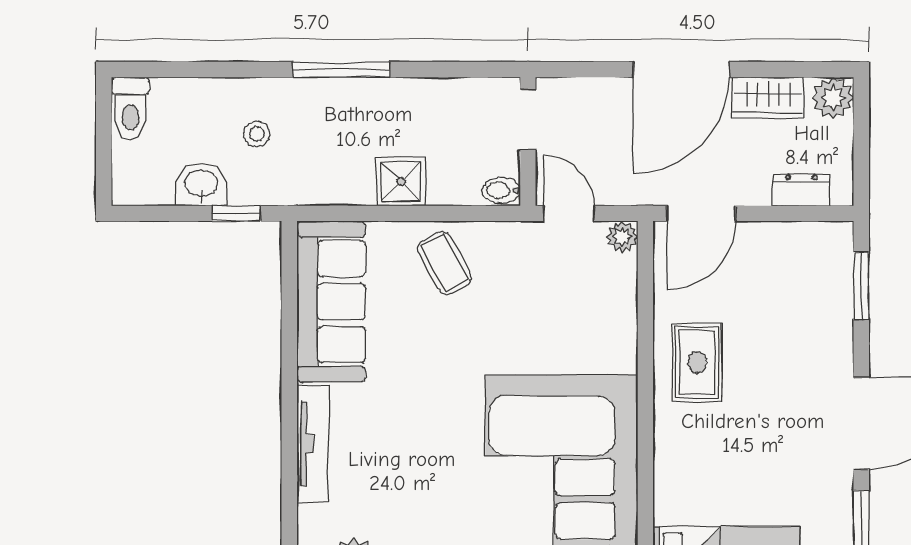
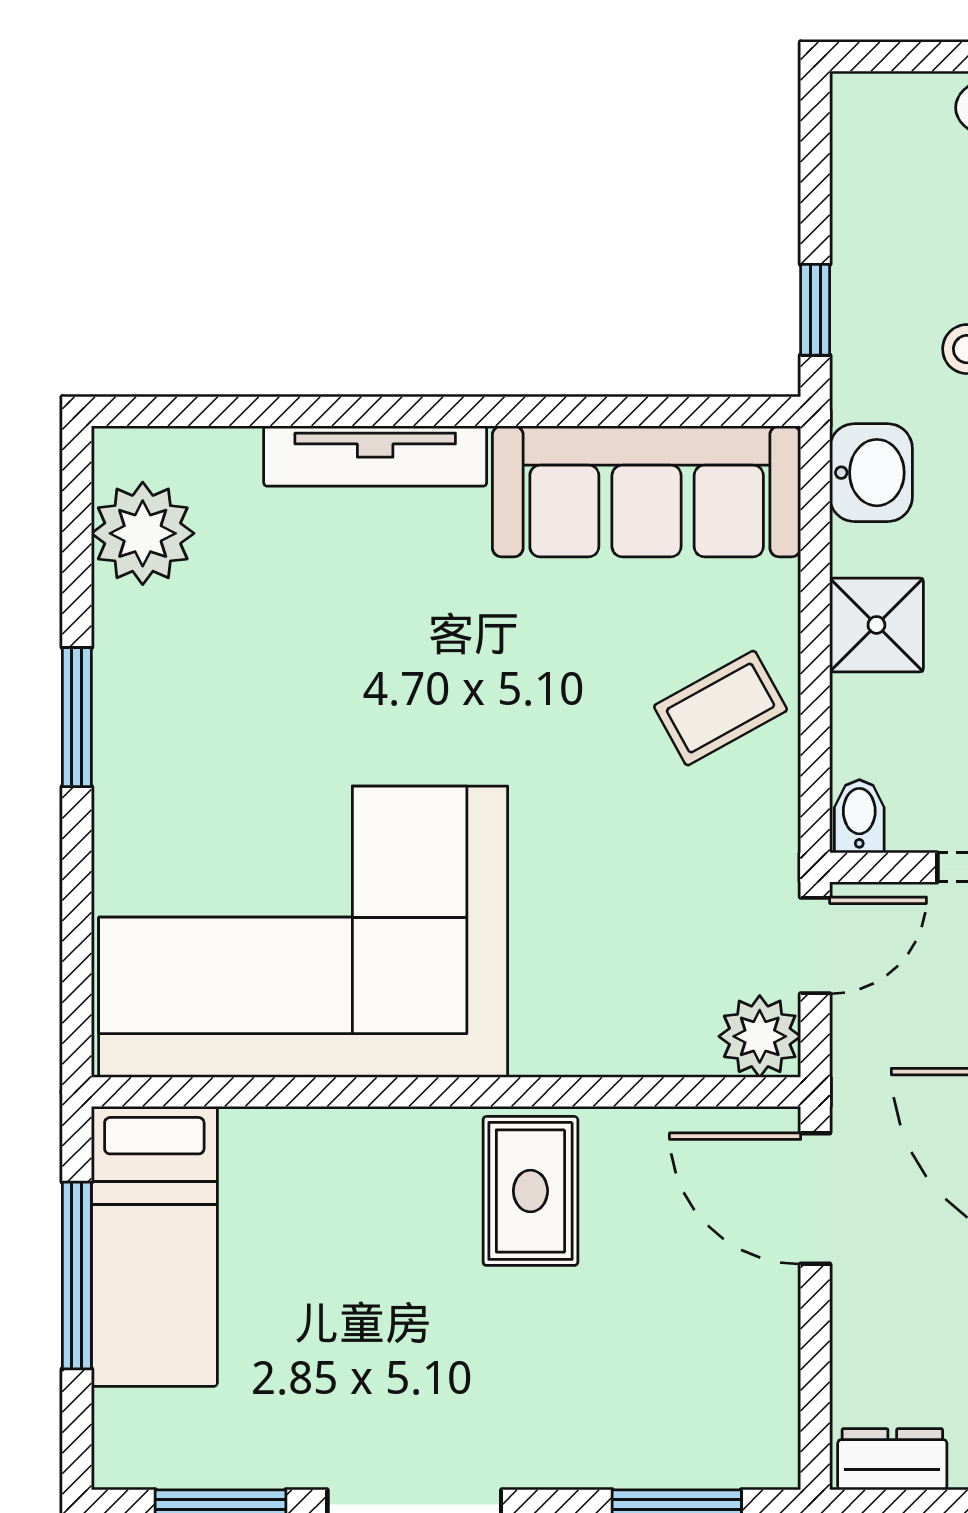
washbasin: (201, 184) -> (871, 473), moved
dresser: (801, 190) -> (892, 1459), moved, turned -90
plant: (622, 237) -> (760, 1036), width x1.38, depth x1.38
rug: (697, 362) -> (530, 1191), turned 90

